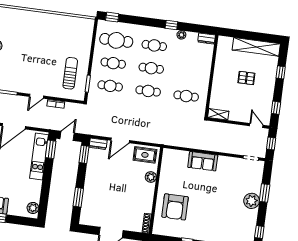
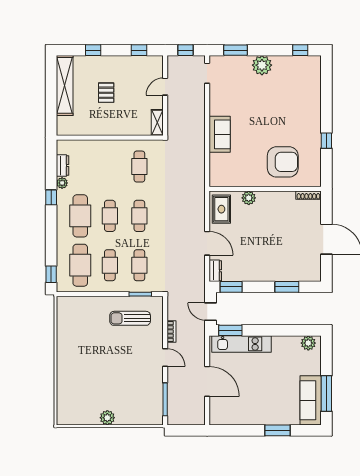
dresser: (207, 39) -> (63, 166), moved
cafe table: (154, 45) -> (80, 216), width x1.37, depth x1.35
door: (256, 126) -> (165, 87), moved
window: (265, 193) -> (236, 50), moved

